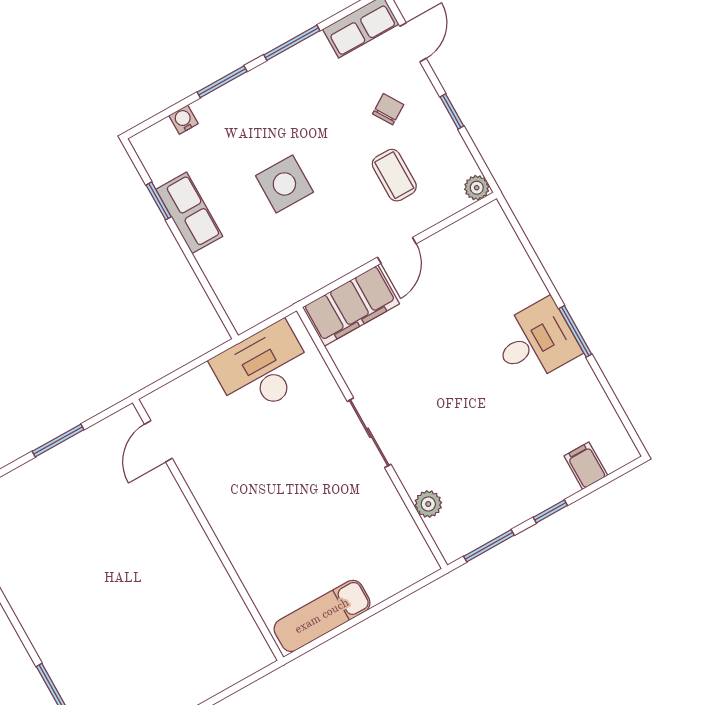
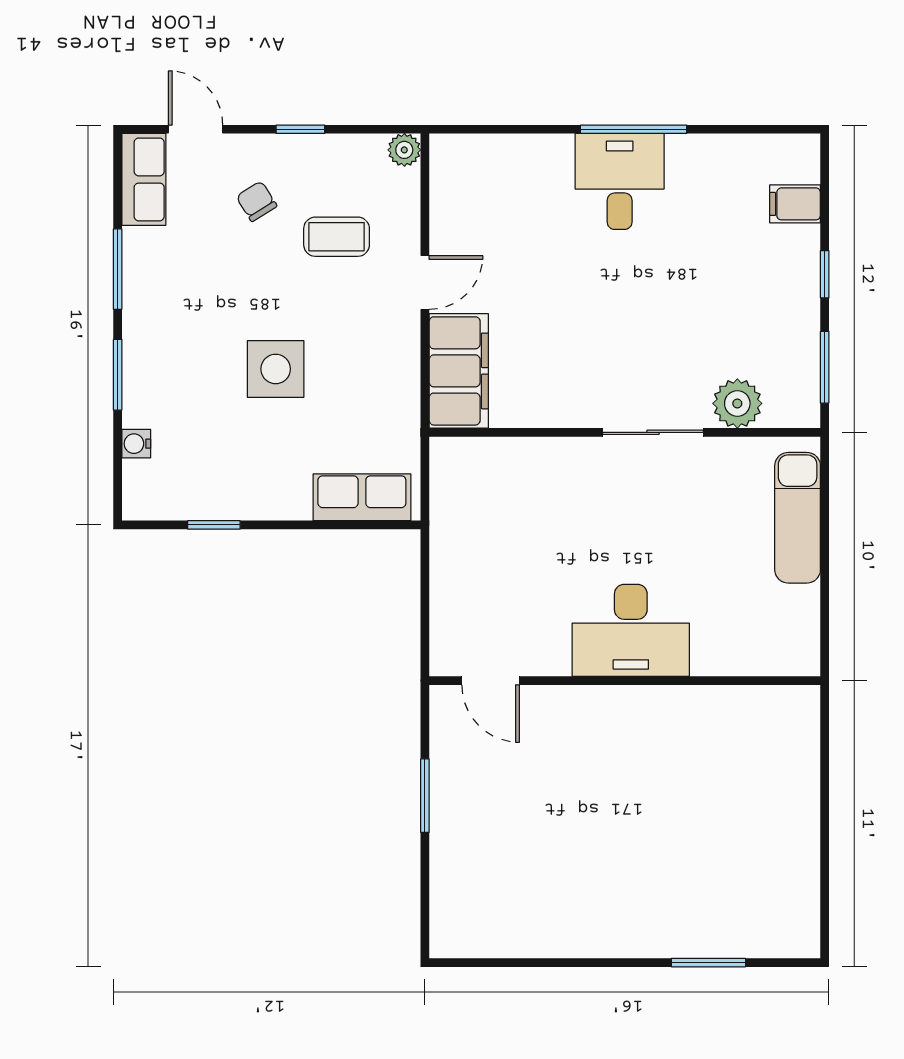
row of seats: (189, 213) -> (362, 497), moved
door: (397, 250) -> (425, 283), hinge flipped
window: (575, 331) -> (634, 129), width x1.44
desk: (263, 369) -> (631, 630), moved, turned -90
sliding door: (369, 433) -> (653, 432), moved
plant: (428, 504) -> (737, 403), width x1.38, depth x1.38
exam couch: (322, 616) -> (798, 518), moved

